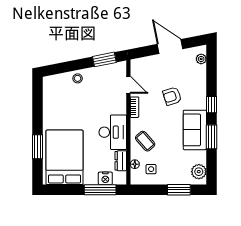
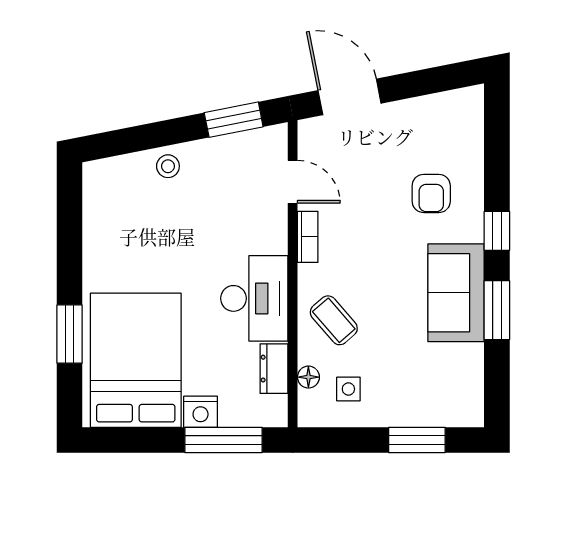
door: (170, 47) -> (350, 97), moved
plant: (201, 59) -> (471, 118), removed
armchair: (172, 96) -> (431, 193), moved, turned -72
plant: (199, 172) -> (466, 395), removed
nightstand: (105, 178) -> (201, 412), moved

